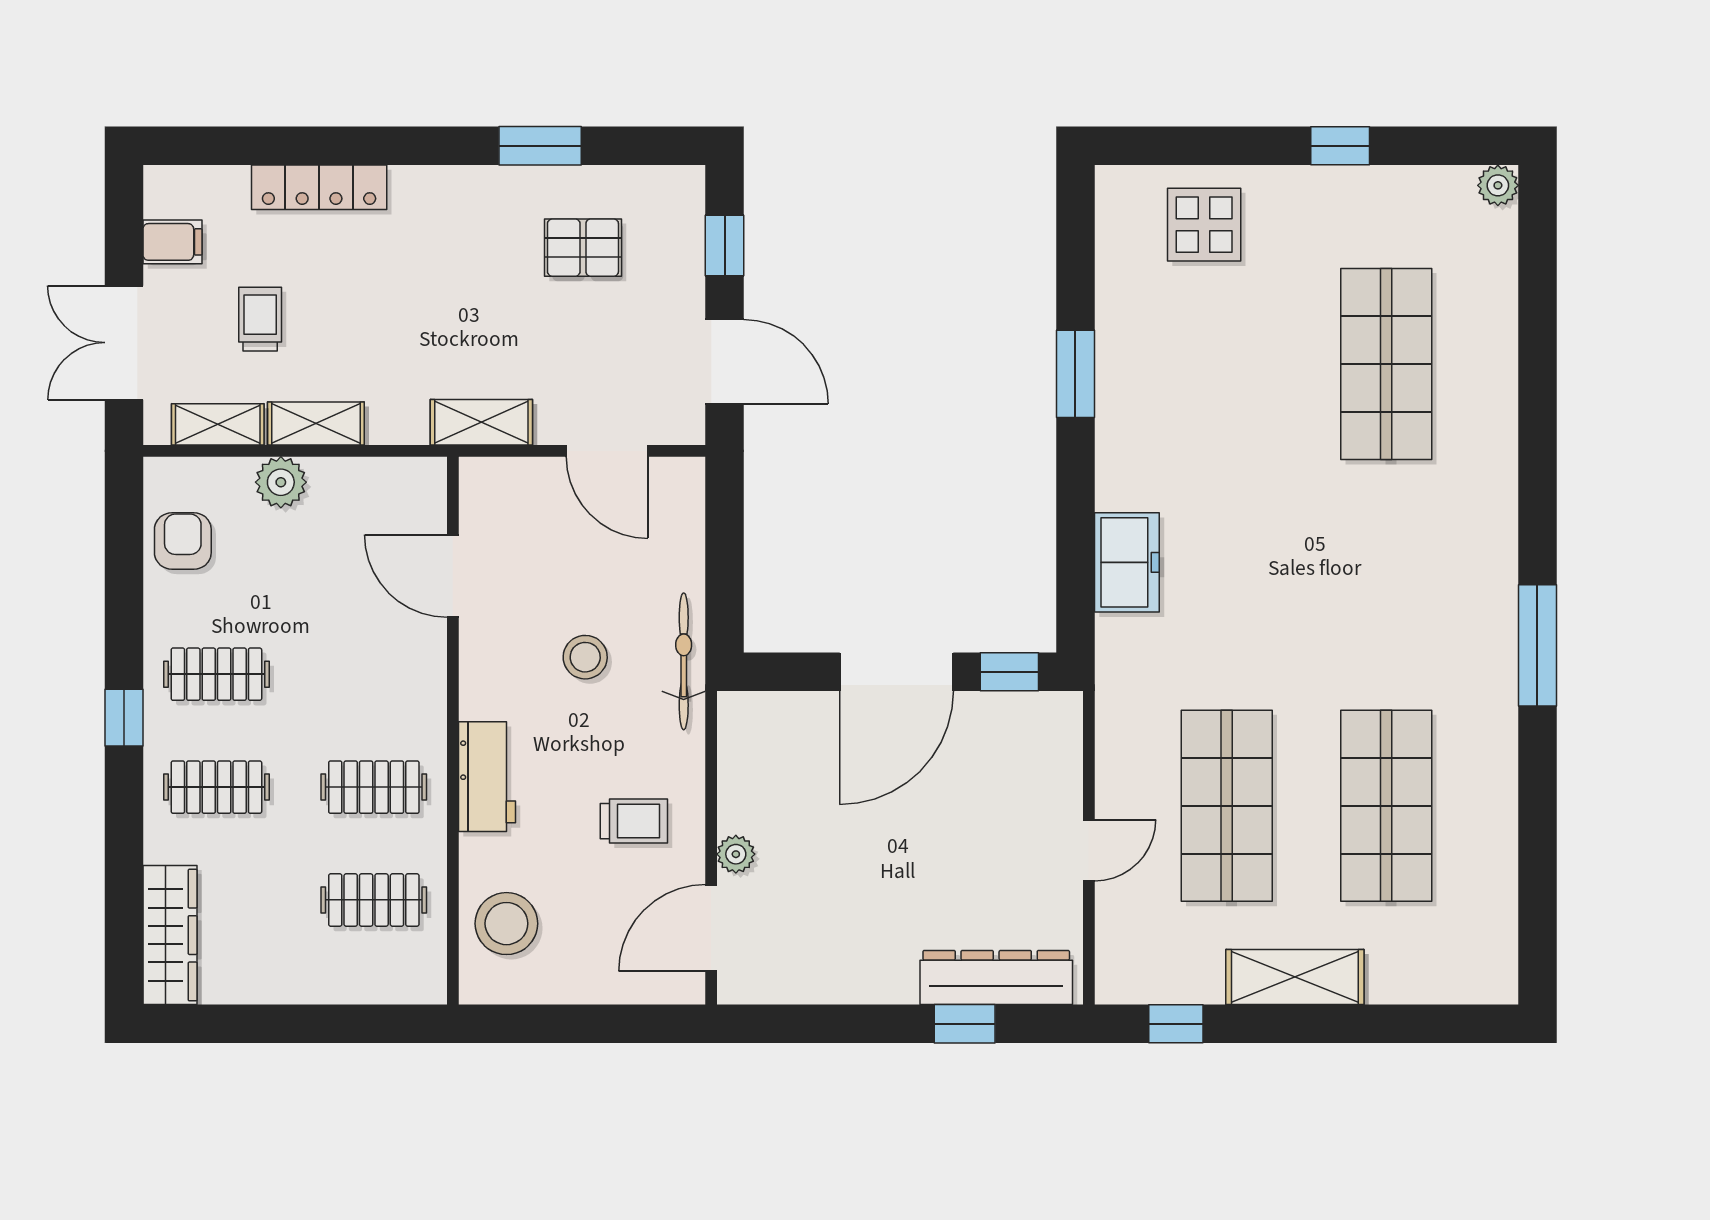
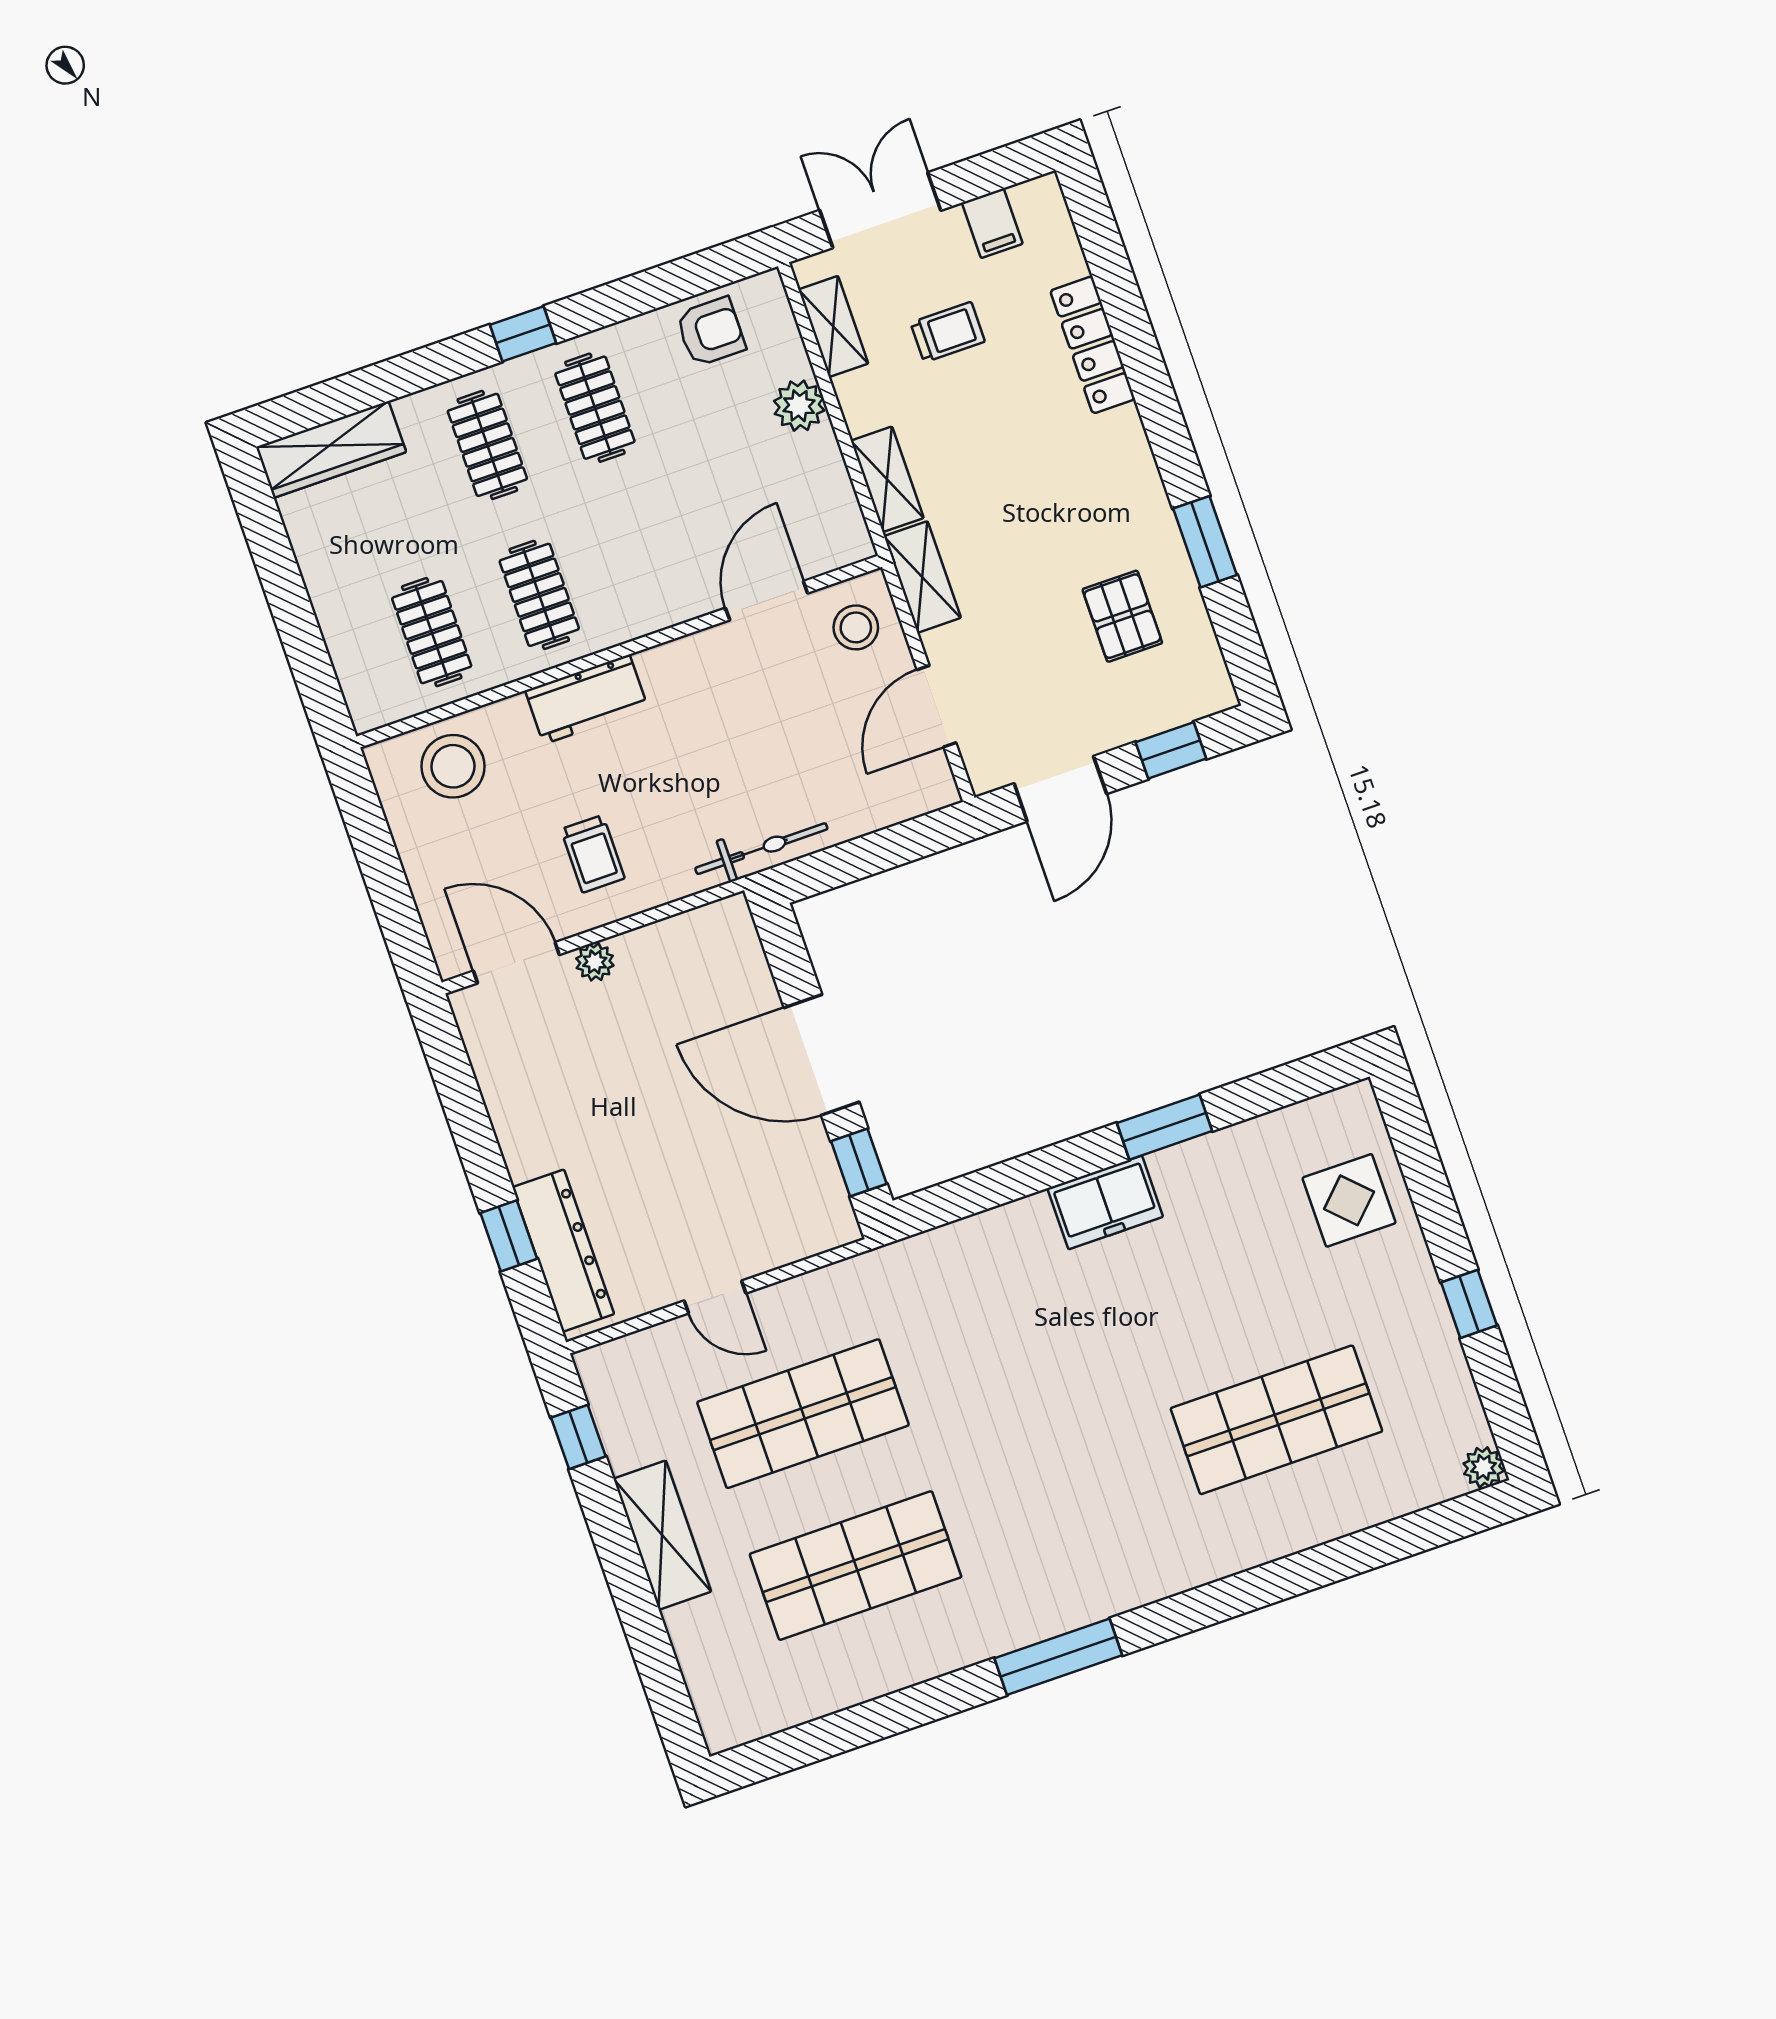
shelving: (316, 423) -> (887, 479), moved
freezer: (1127, 562) -> (1105, 1202), moved
stool: (585, 657) -> (856, 627), moved

